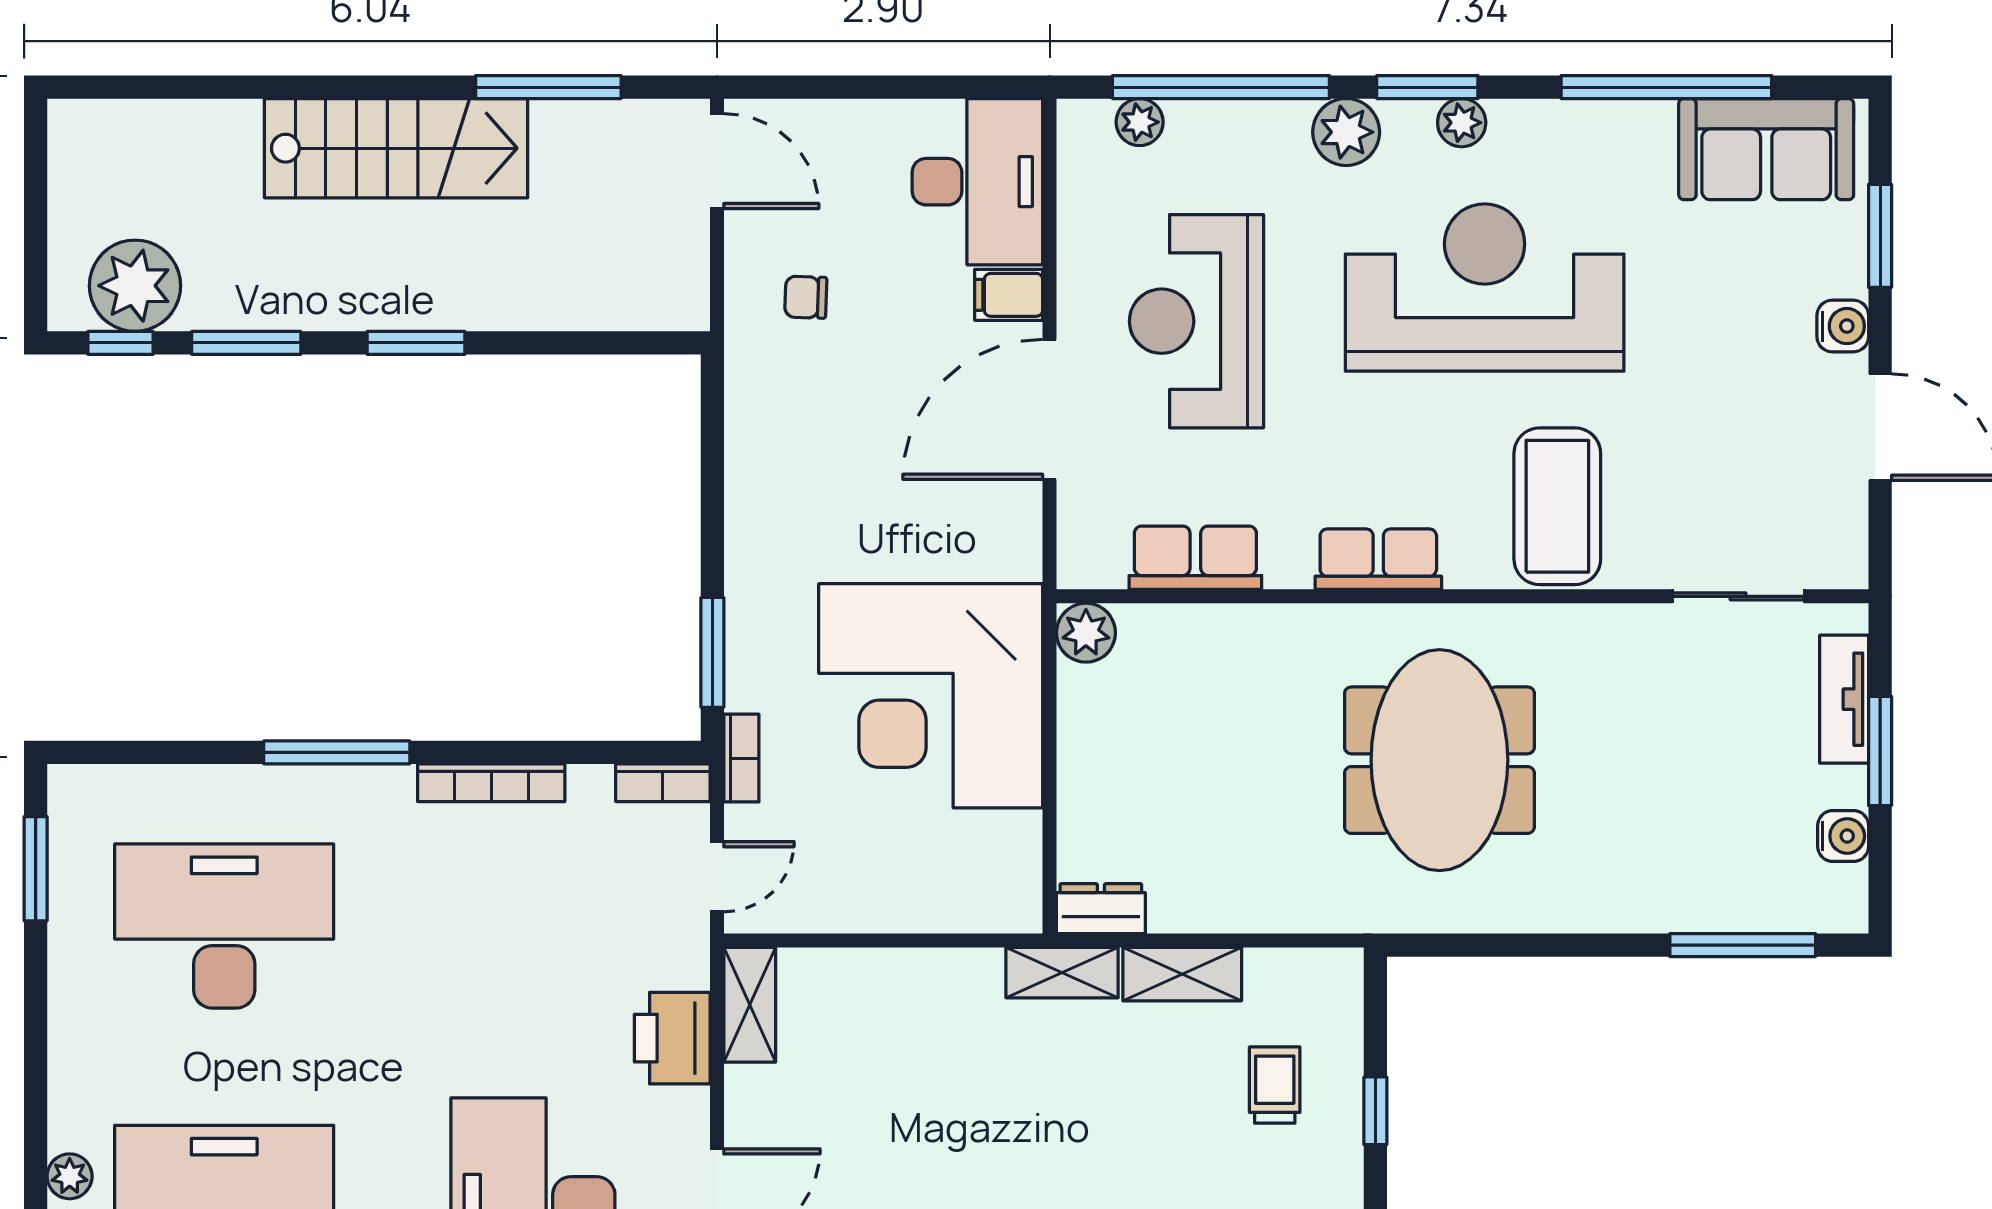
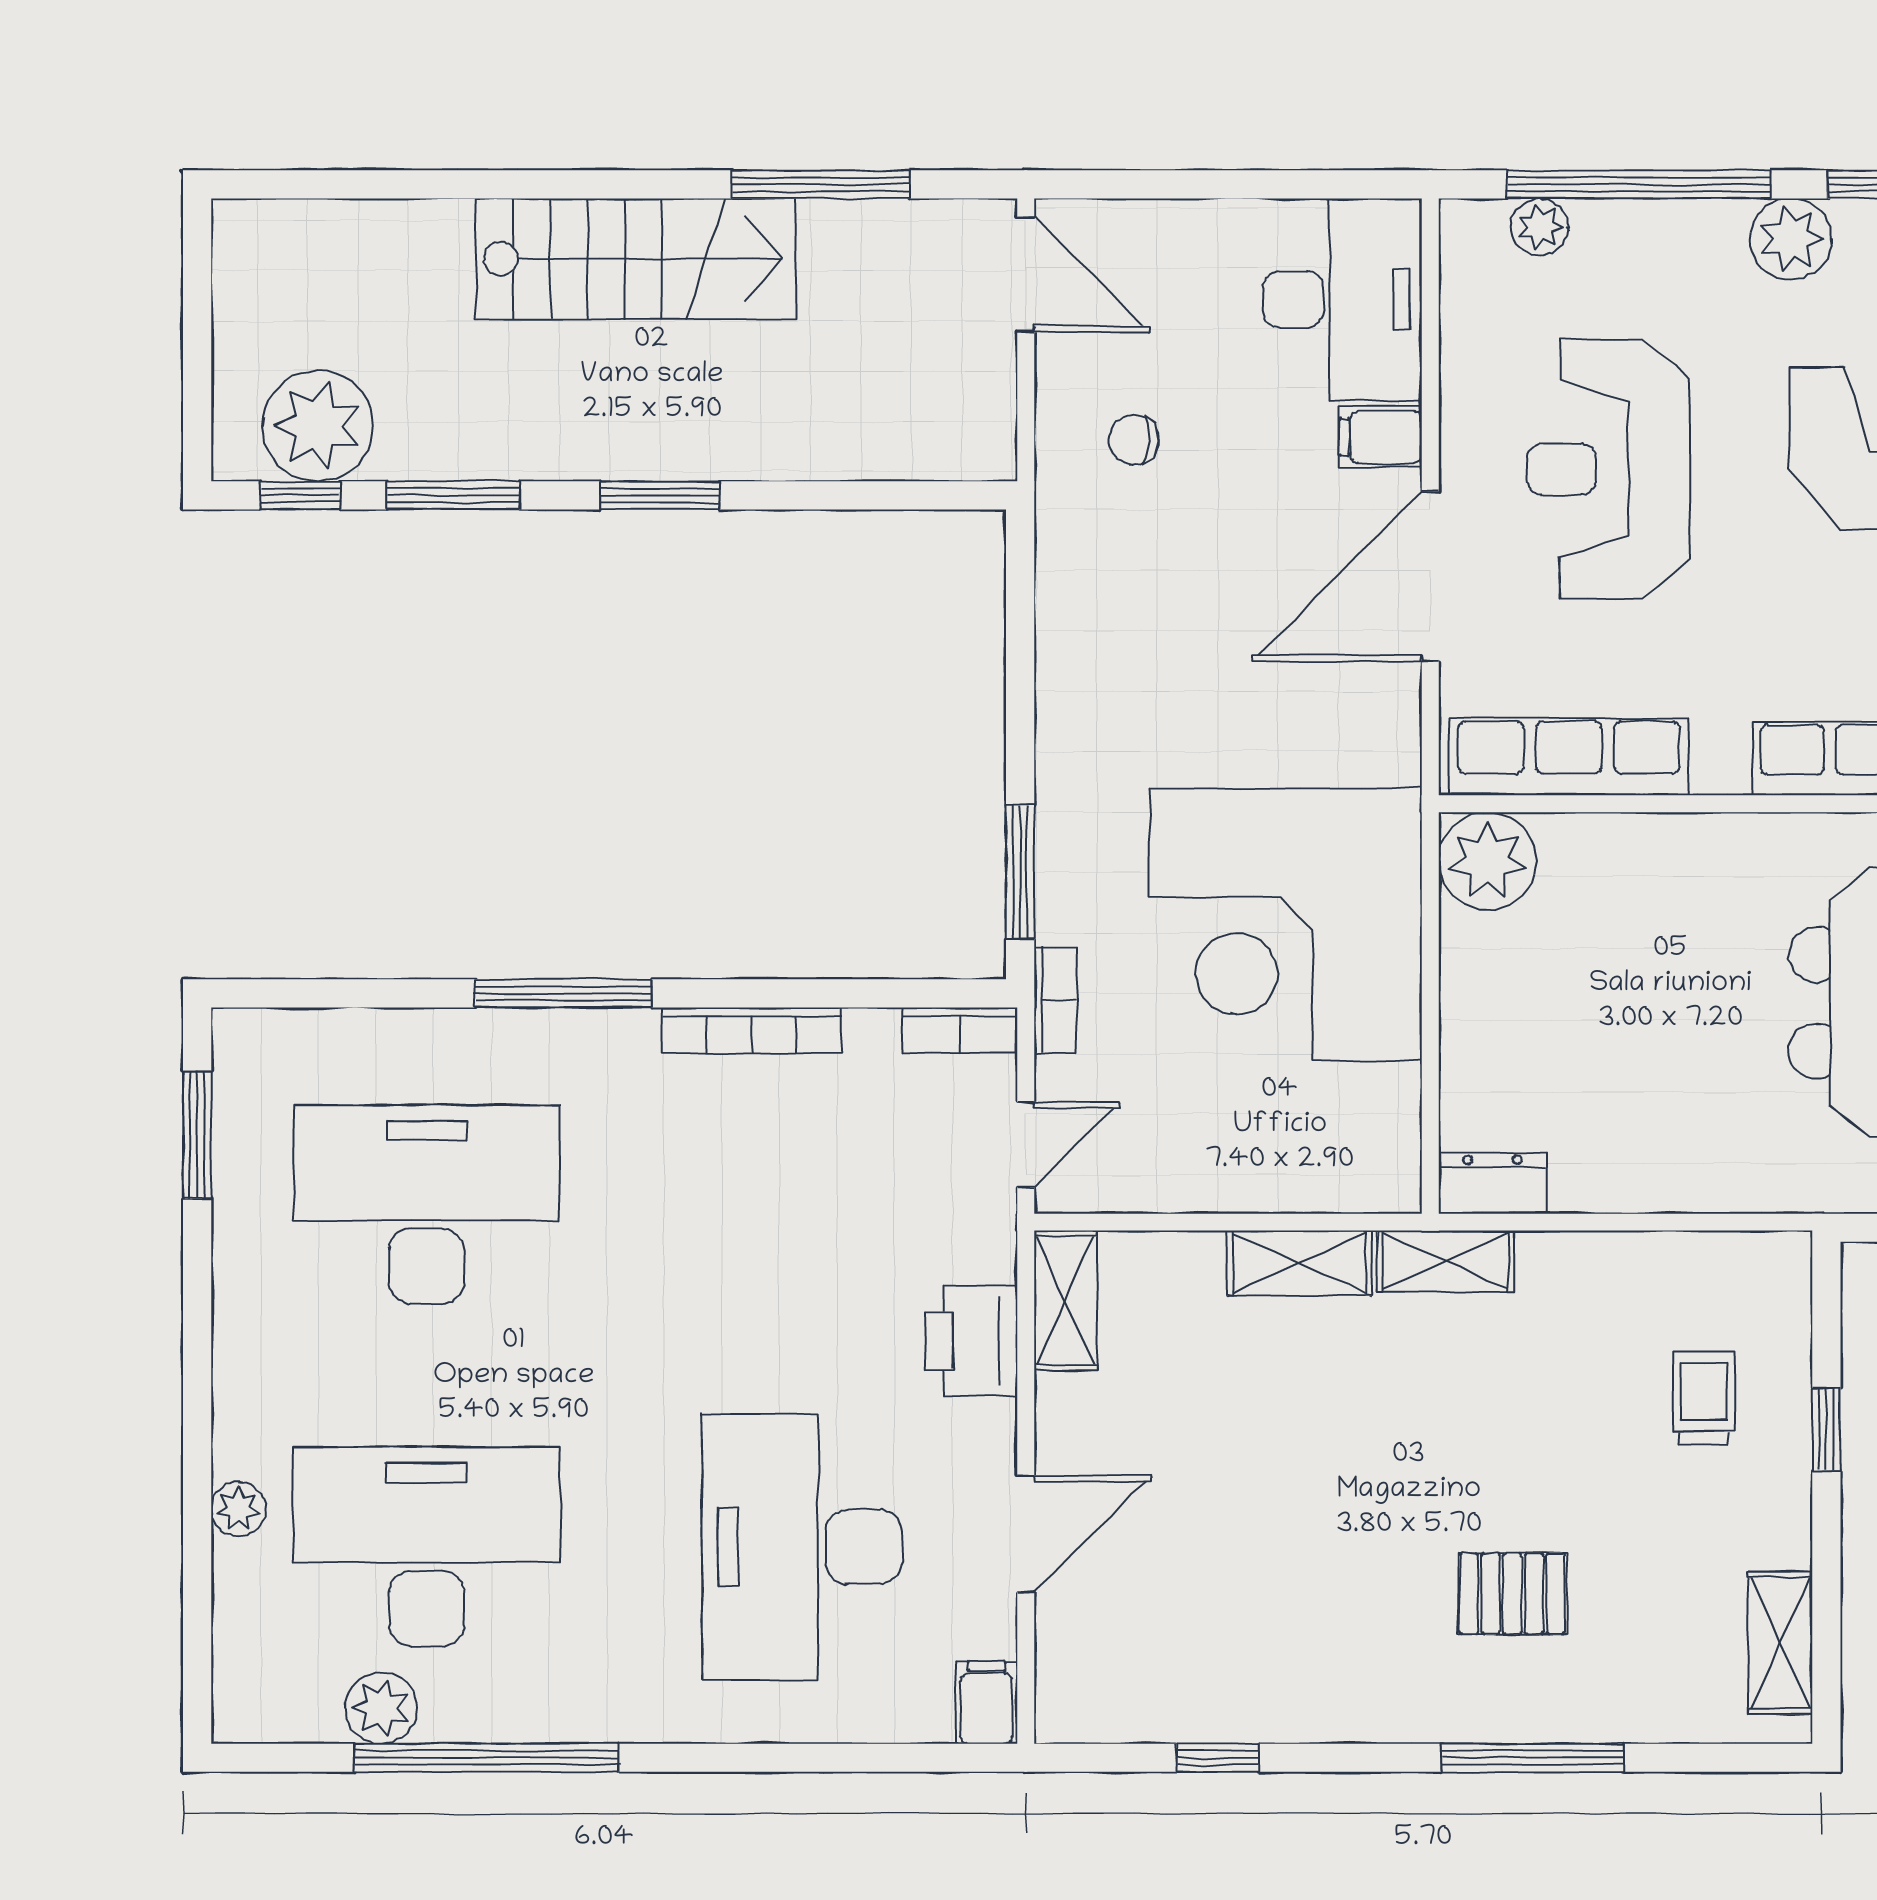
row of seats: (1195, 558) -> (1569, 757), width x1.48
plant: (1086, 633) -> (1487, 861), width x1.36, depth x1.36
shelving: (1182, 974) -> (1299, 1263), moved

